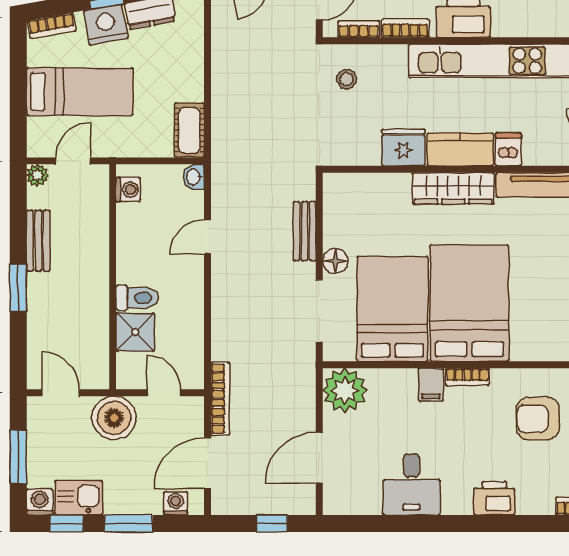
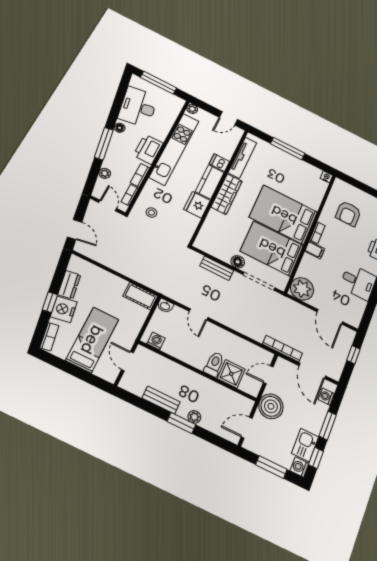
plant: (37, 175) -> (194, 417), moved

